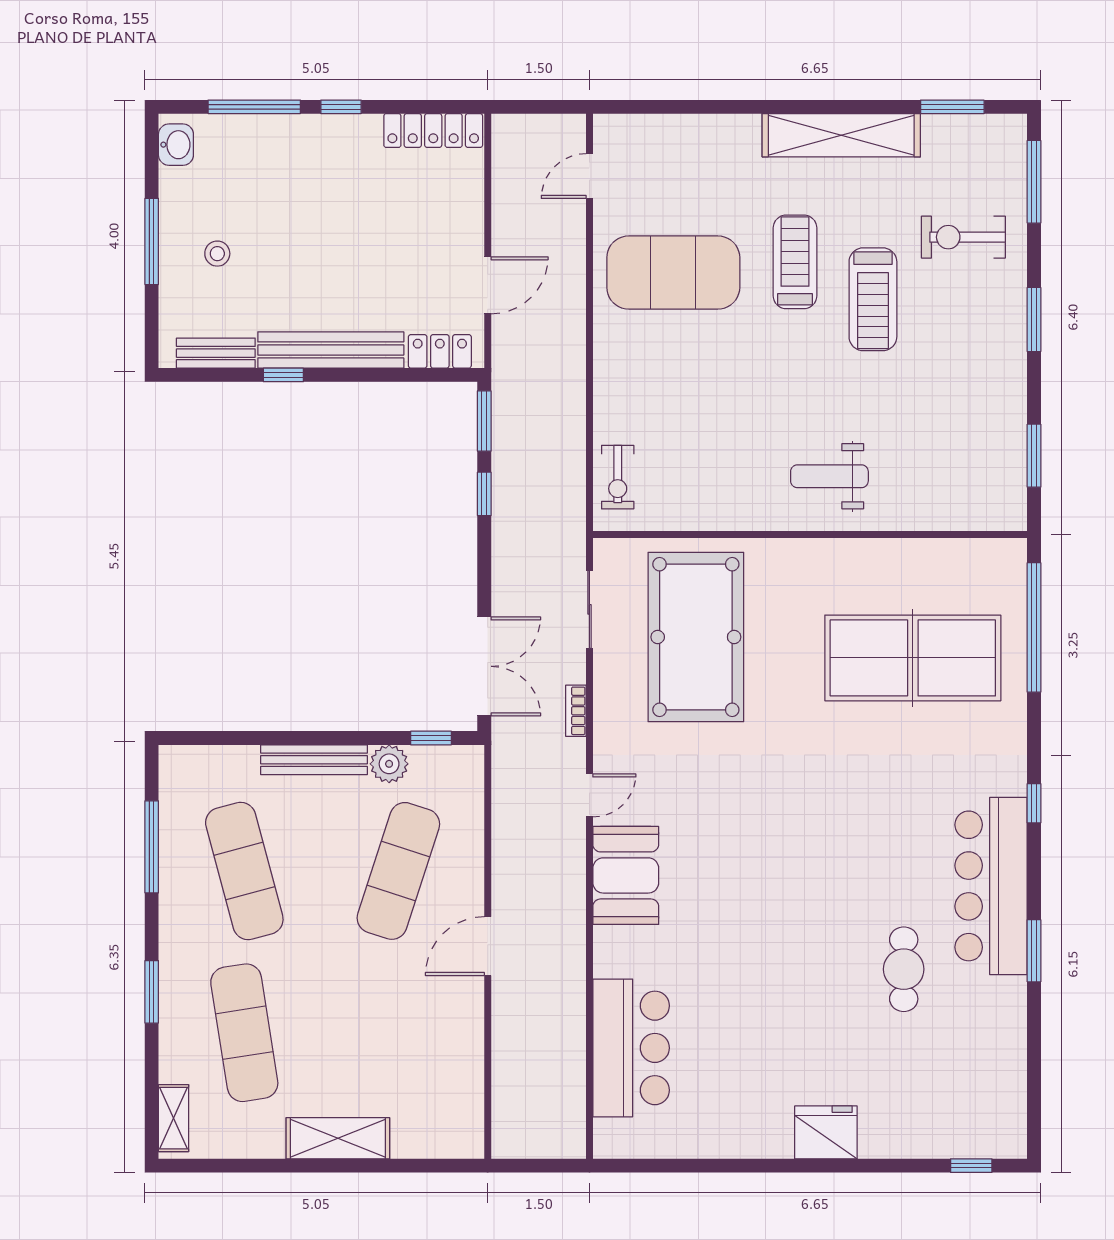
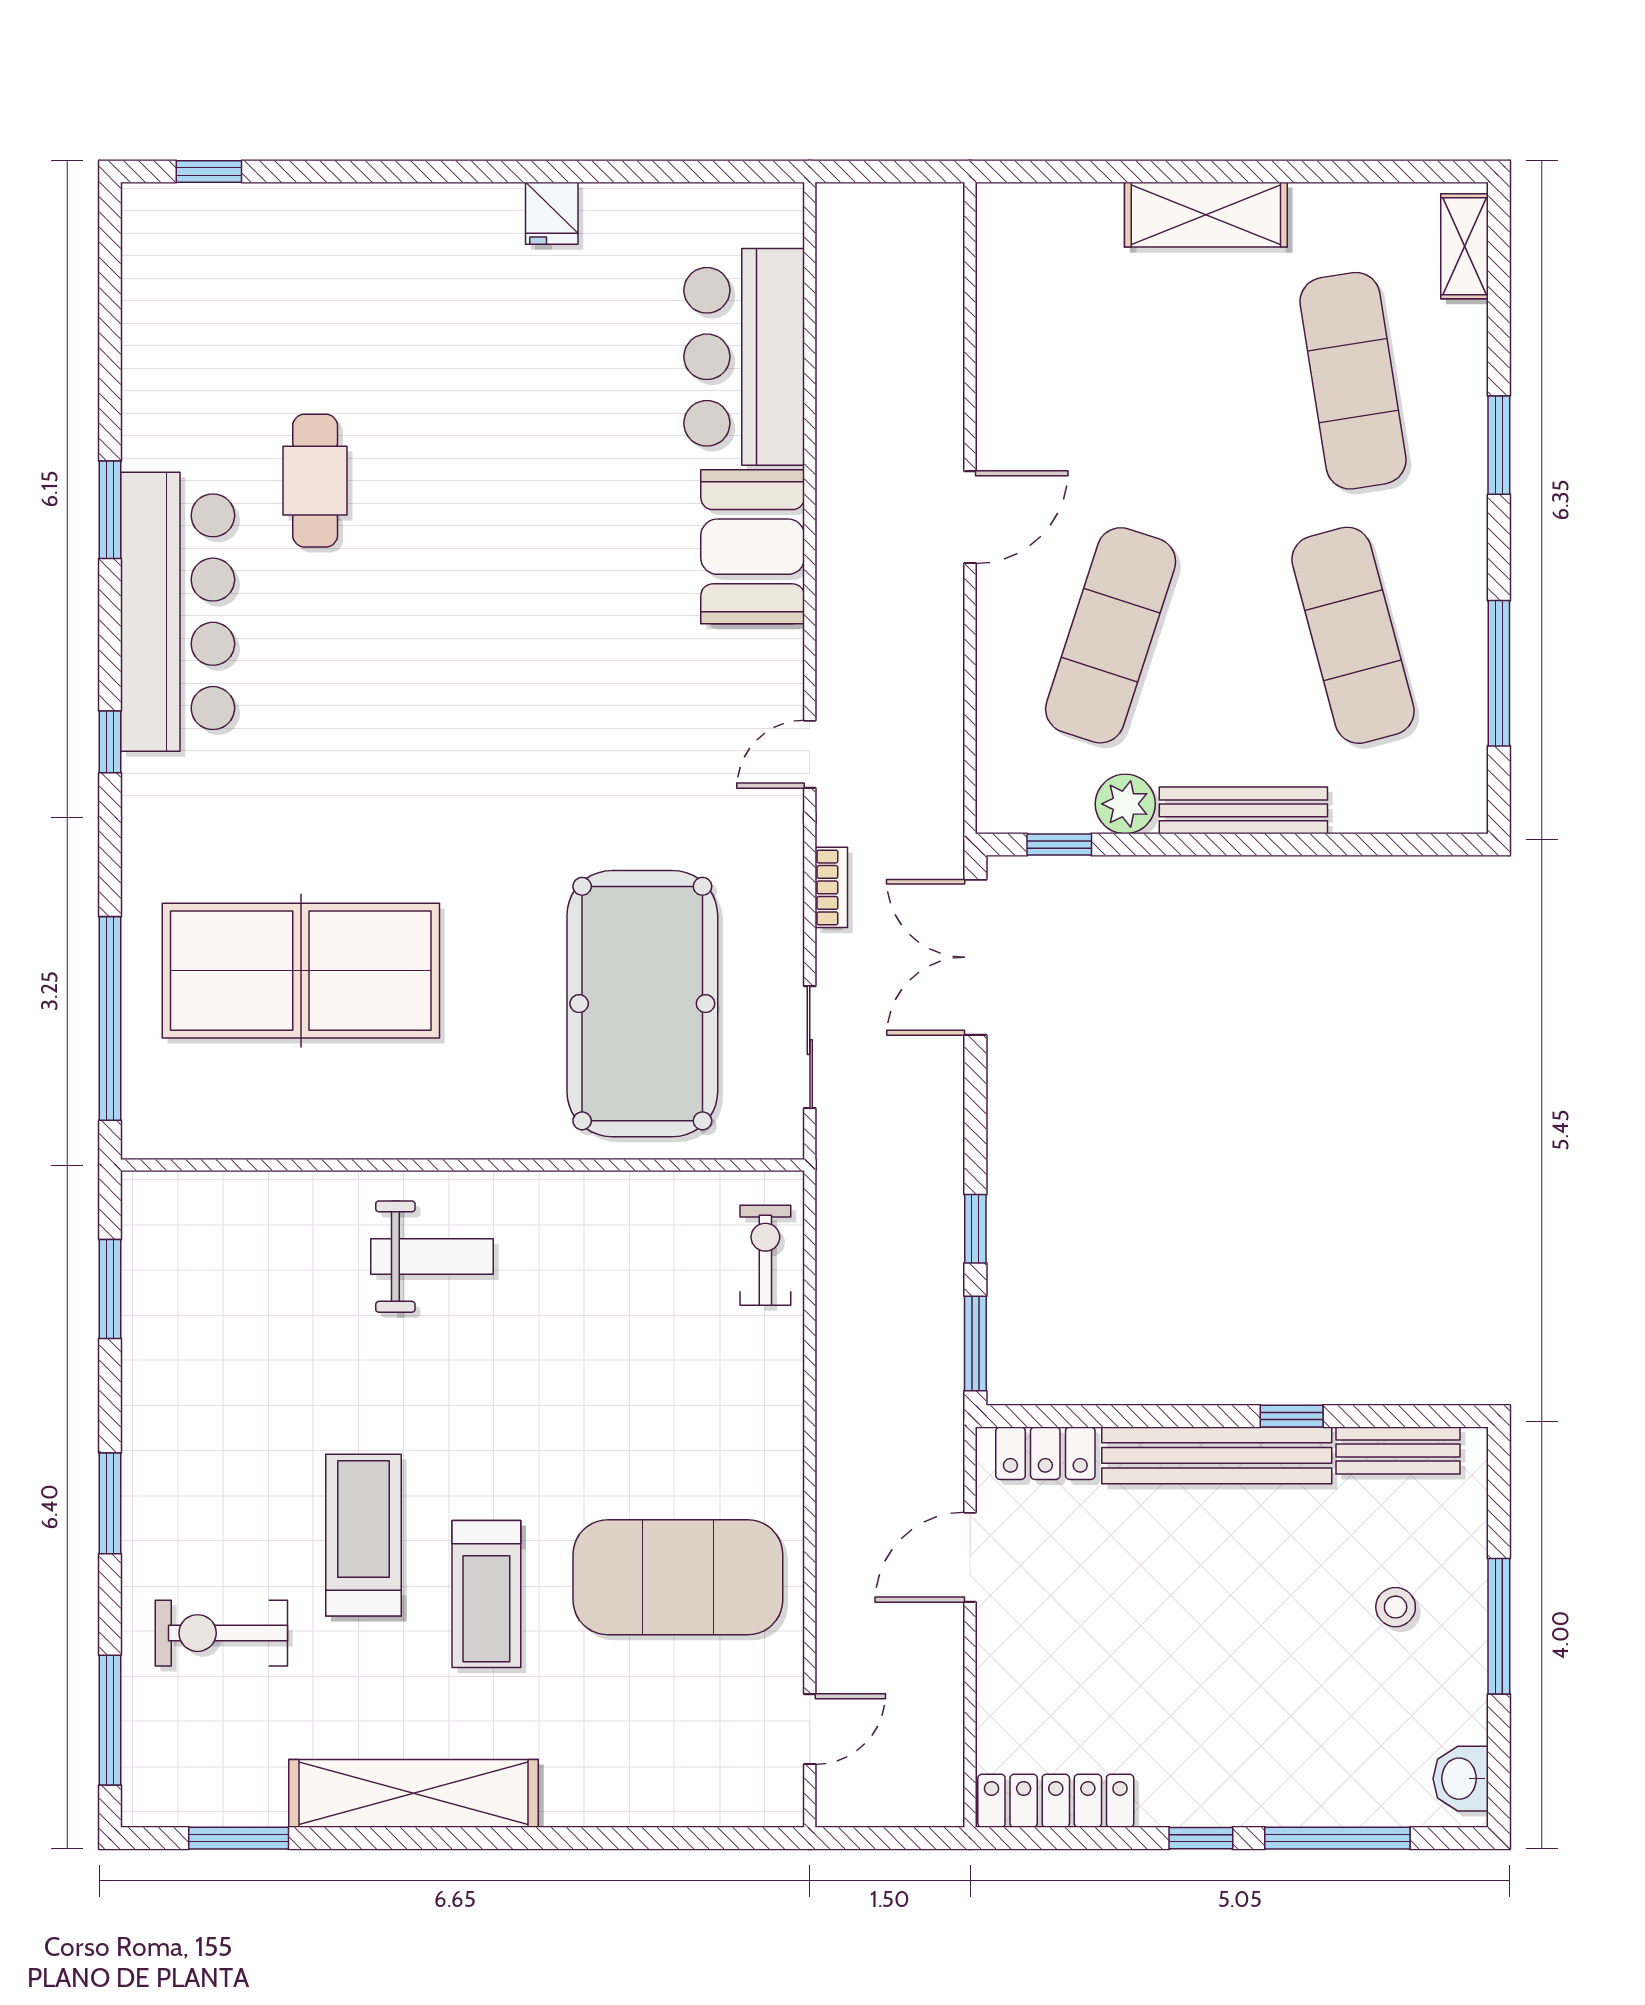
exercise bike: (963, 237) -> (221, 1633), turned 180
booth: (626, 875) -> (753, 547), moved
fridge: (826, 1132) -> (552, 213), moved, width x0.53, depth x0.75

